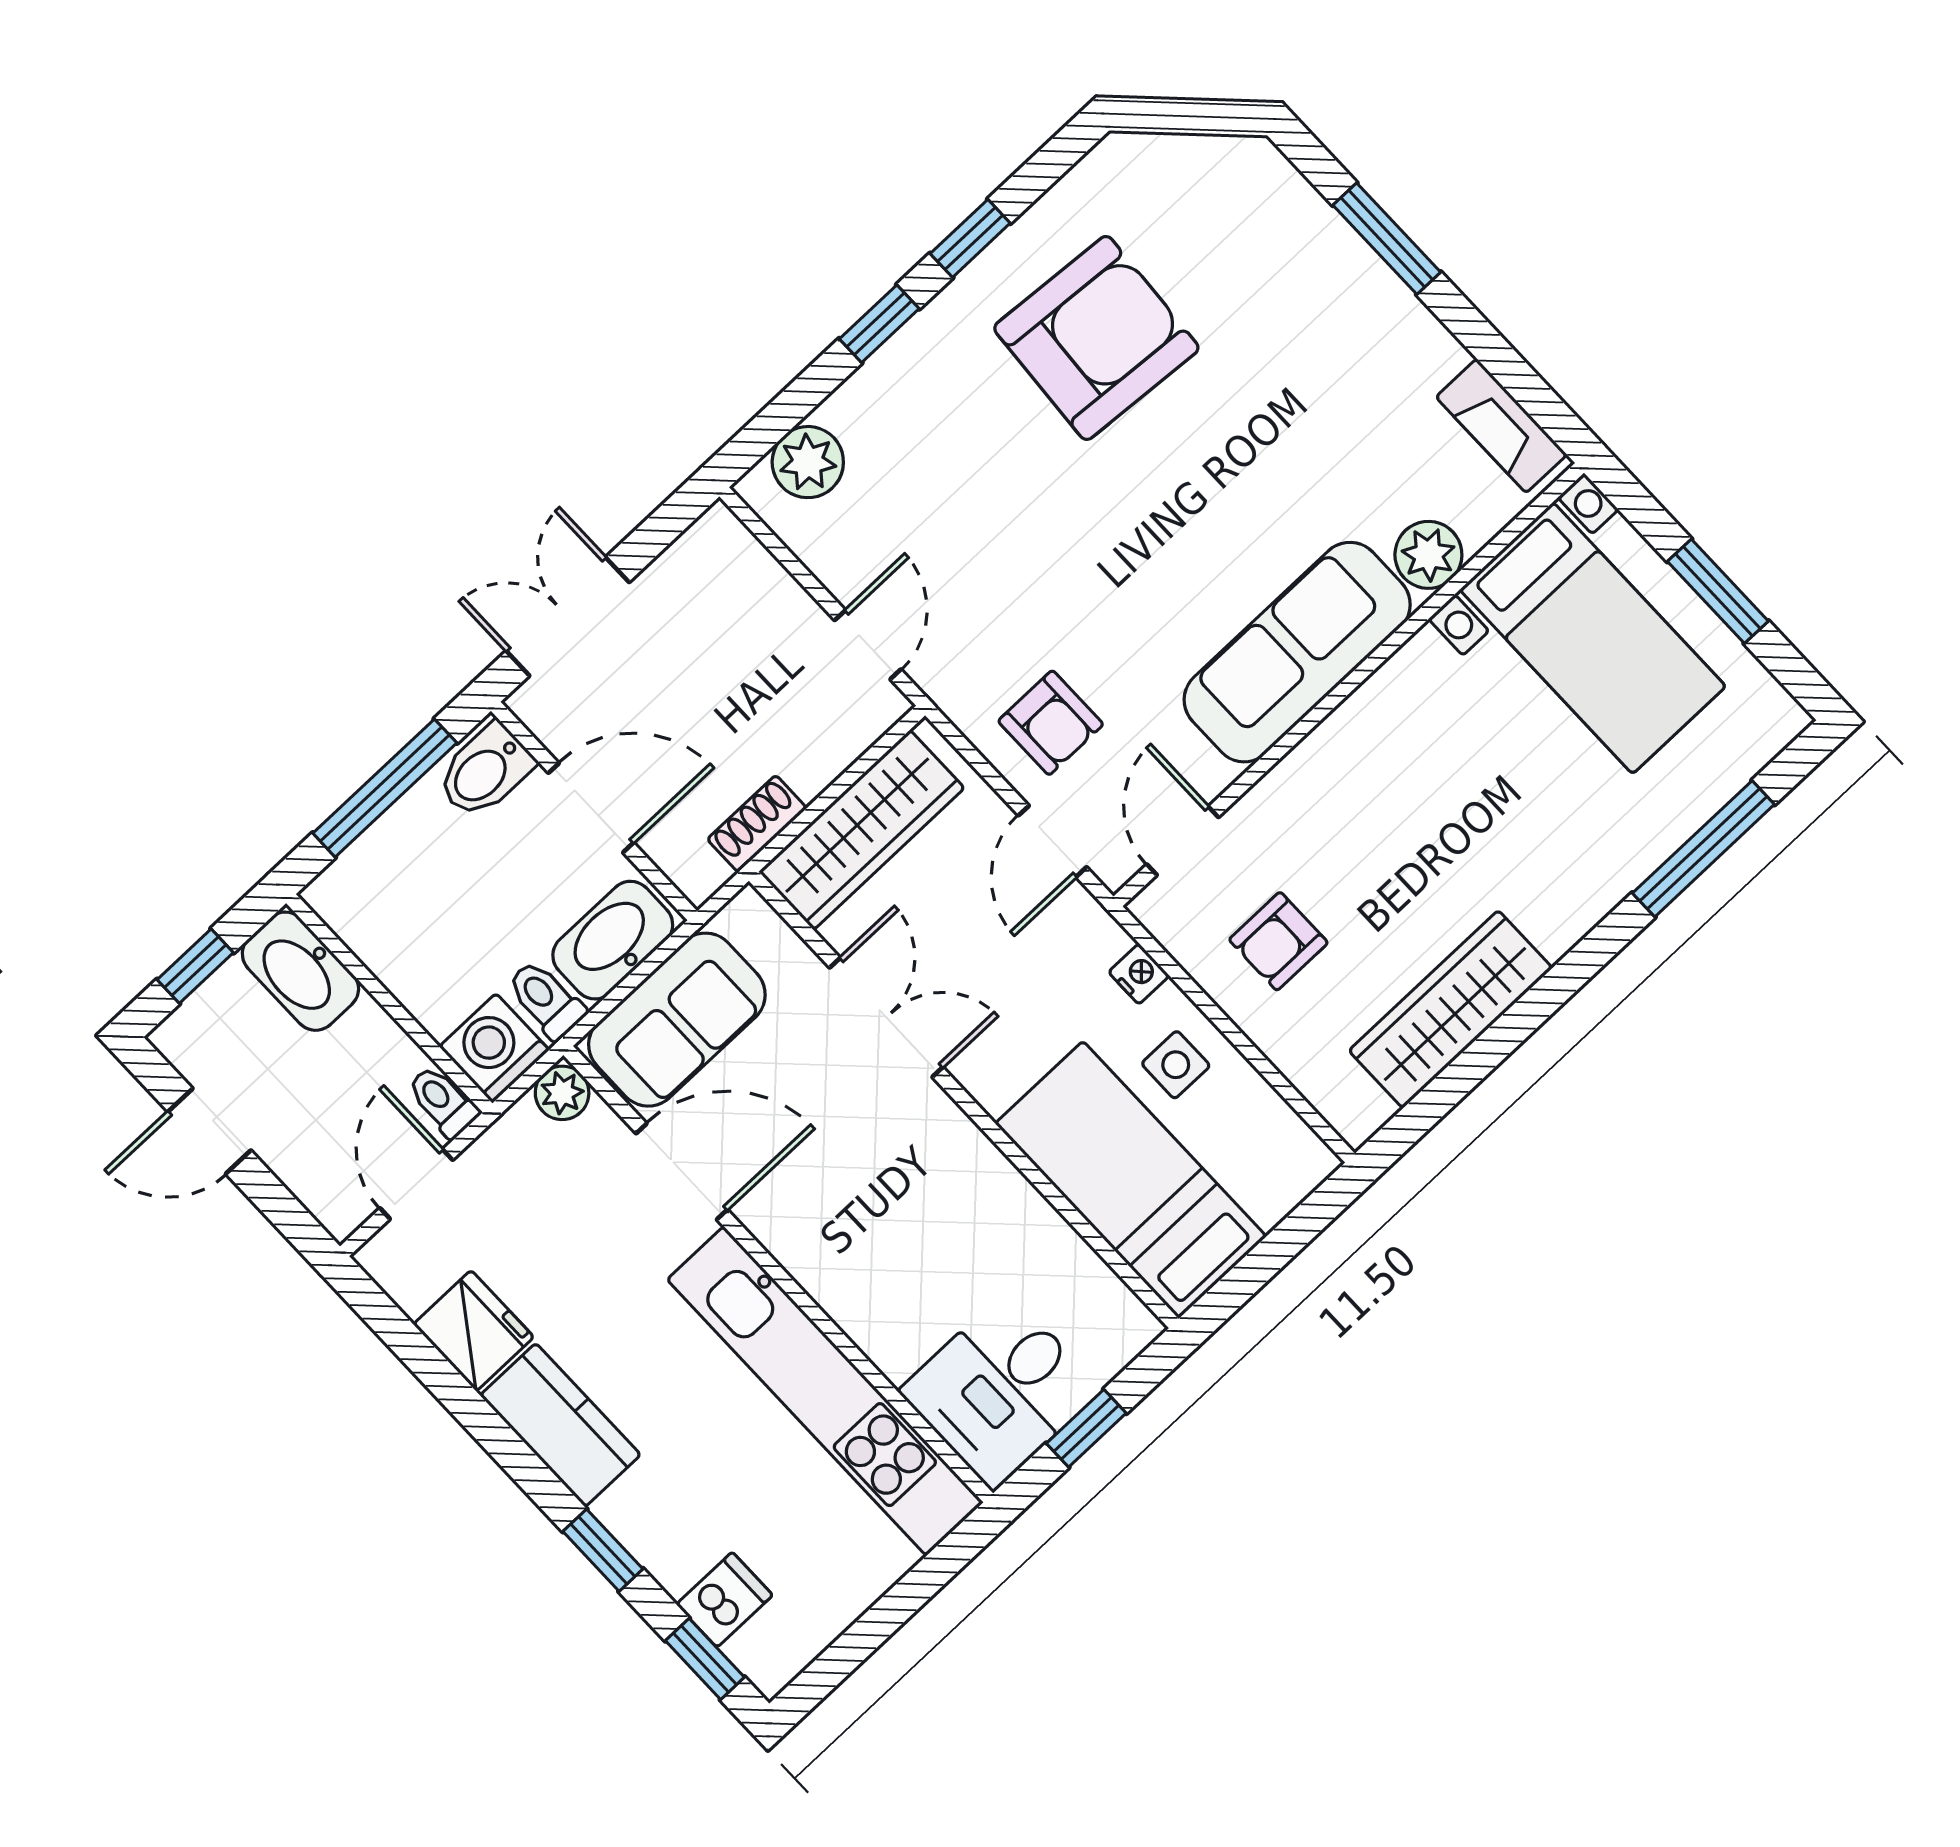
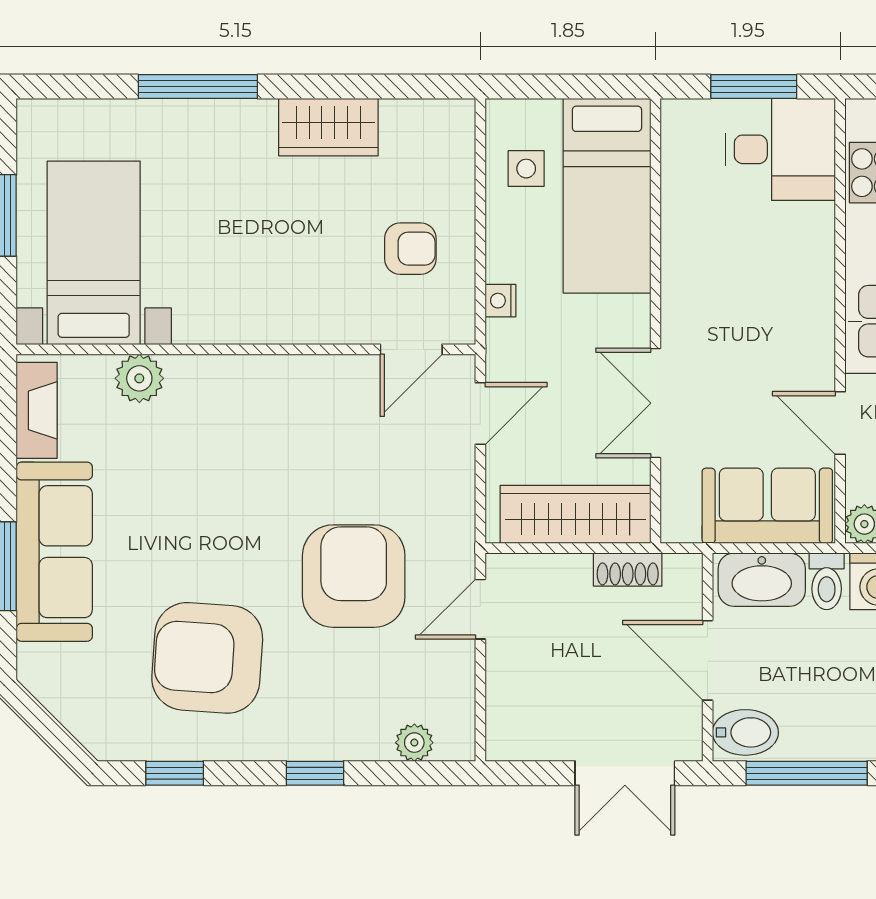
window: (970, 238) -> (175, 773), moved
plant: (808, 462) -> (414, 743), width x0.73, depth x0.73
sofa: (1297, 652) -> (54, 552), moved, turned -90
armchair: (1051, 723) -> (354, 576), moved, width x1.88, depth x1.88
window: (1703, 849) -> (198, 87), moved
wardrobe: (1451, 1009) -> (328, 127), width x0.67
side table: (1176, 1065) -> (526, 169), moved
door: (682, 1172) -> (840, 423), width x0.73
window: (1086, 1428) -> (754, 87), width x1.50

